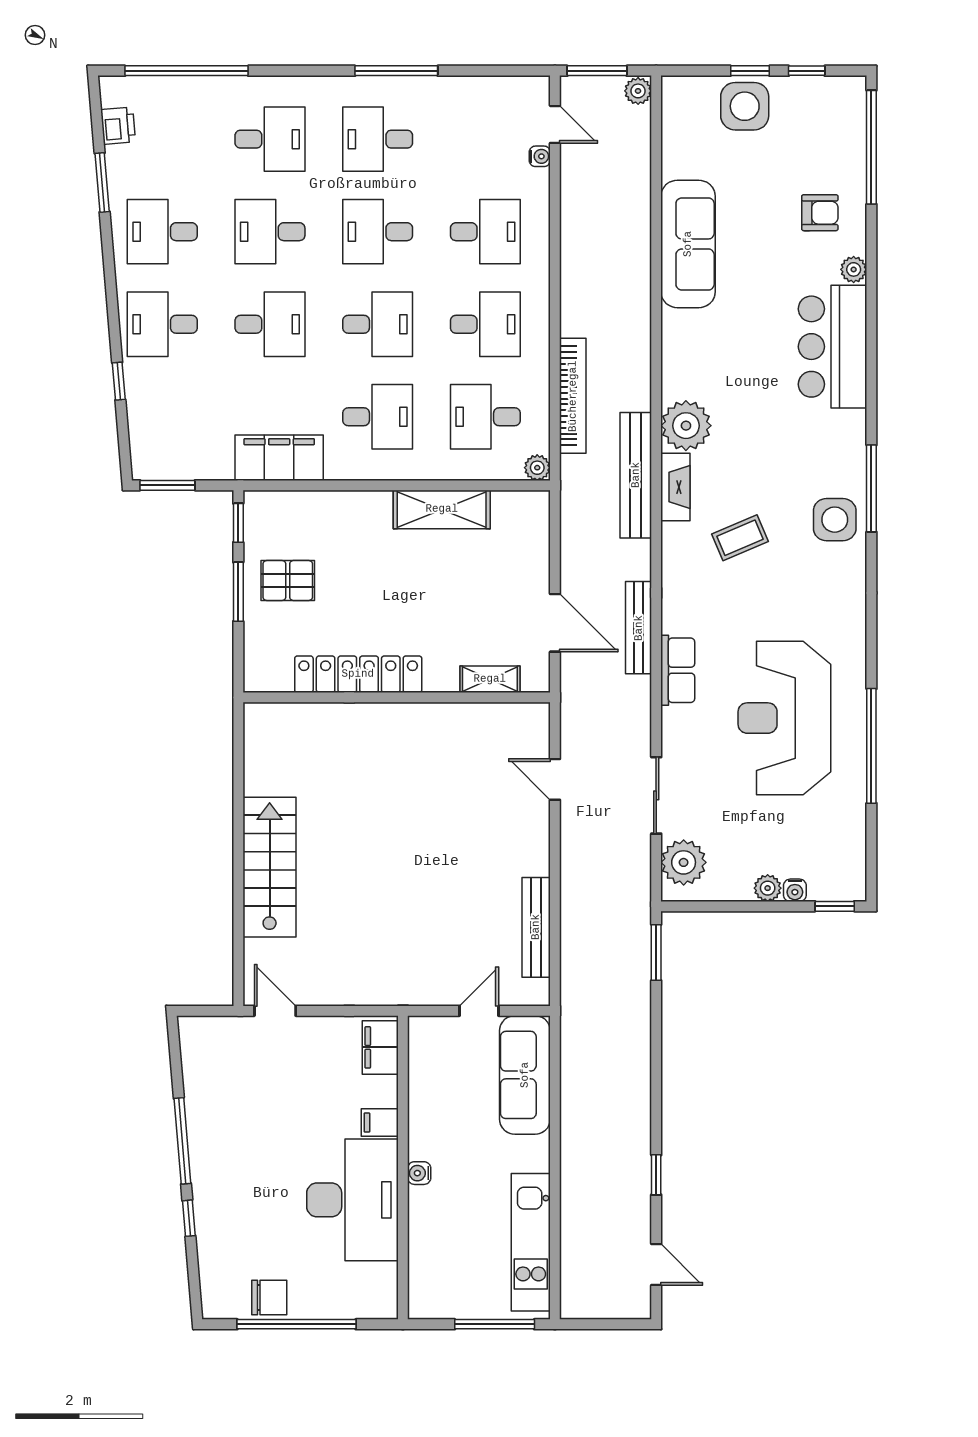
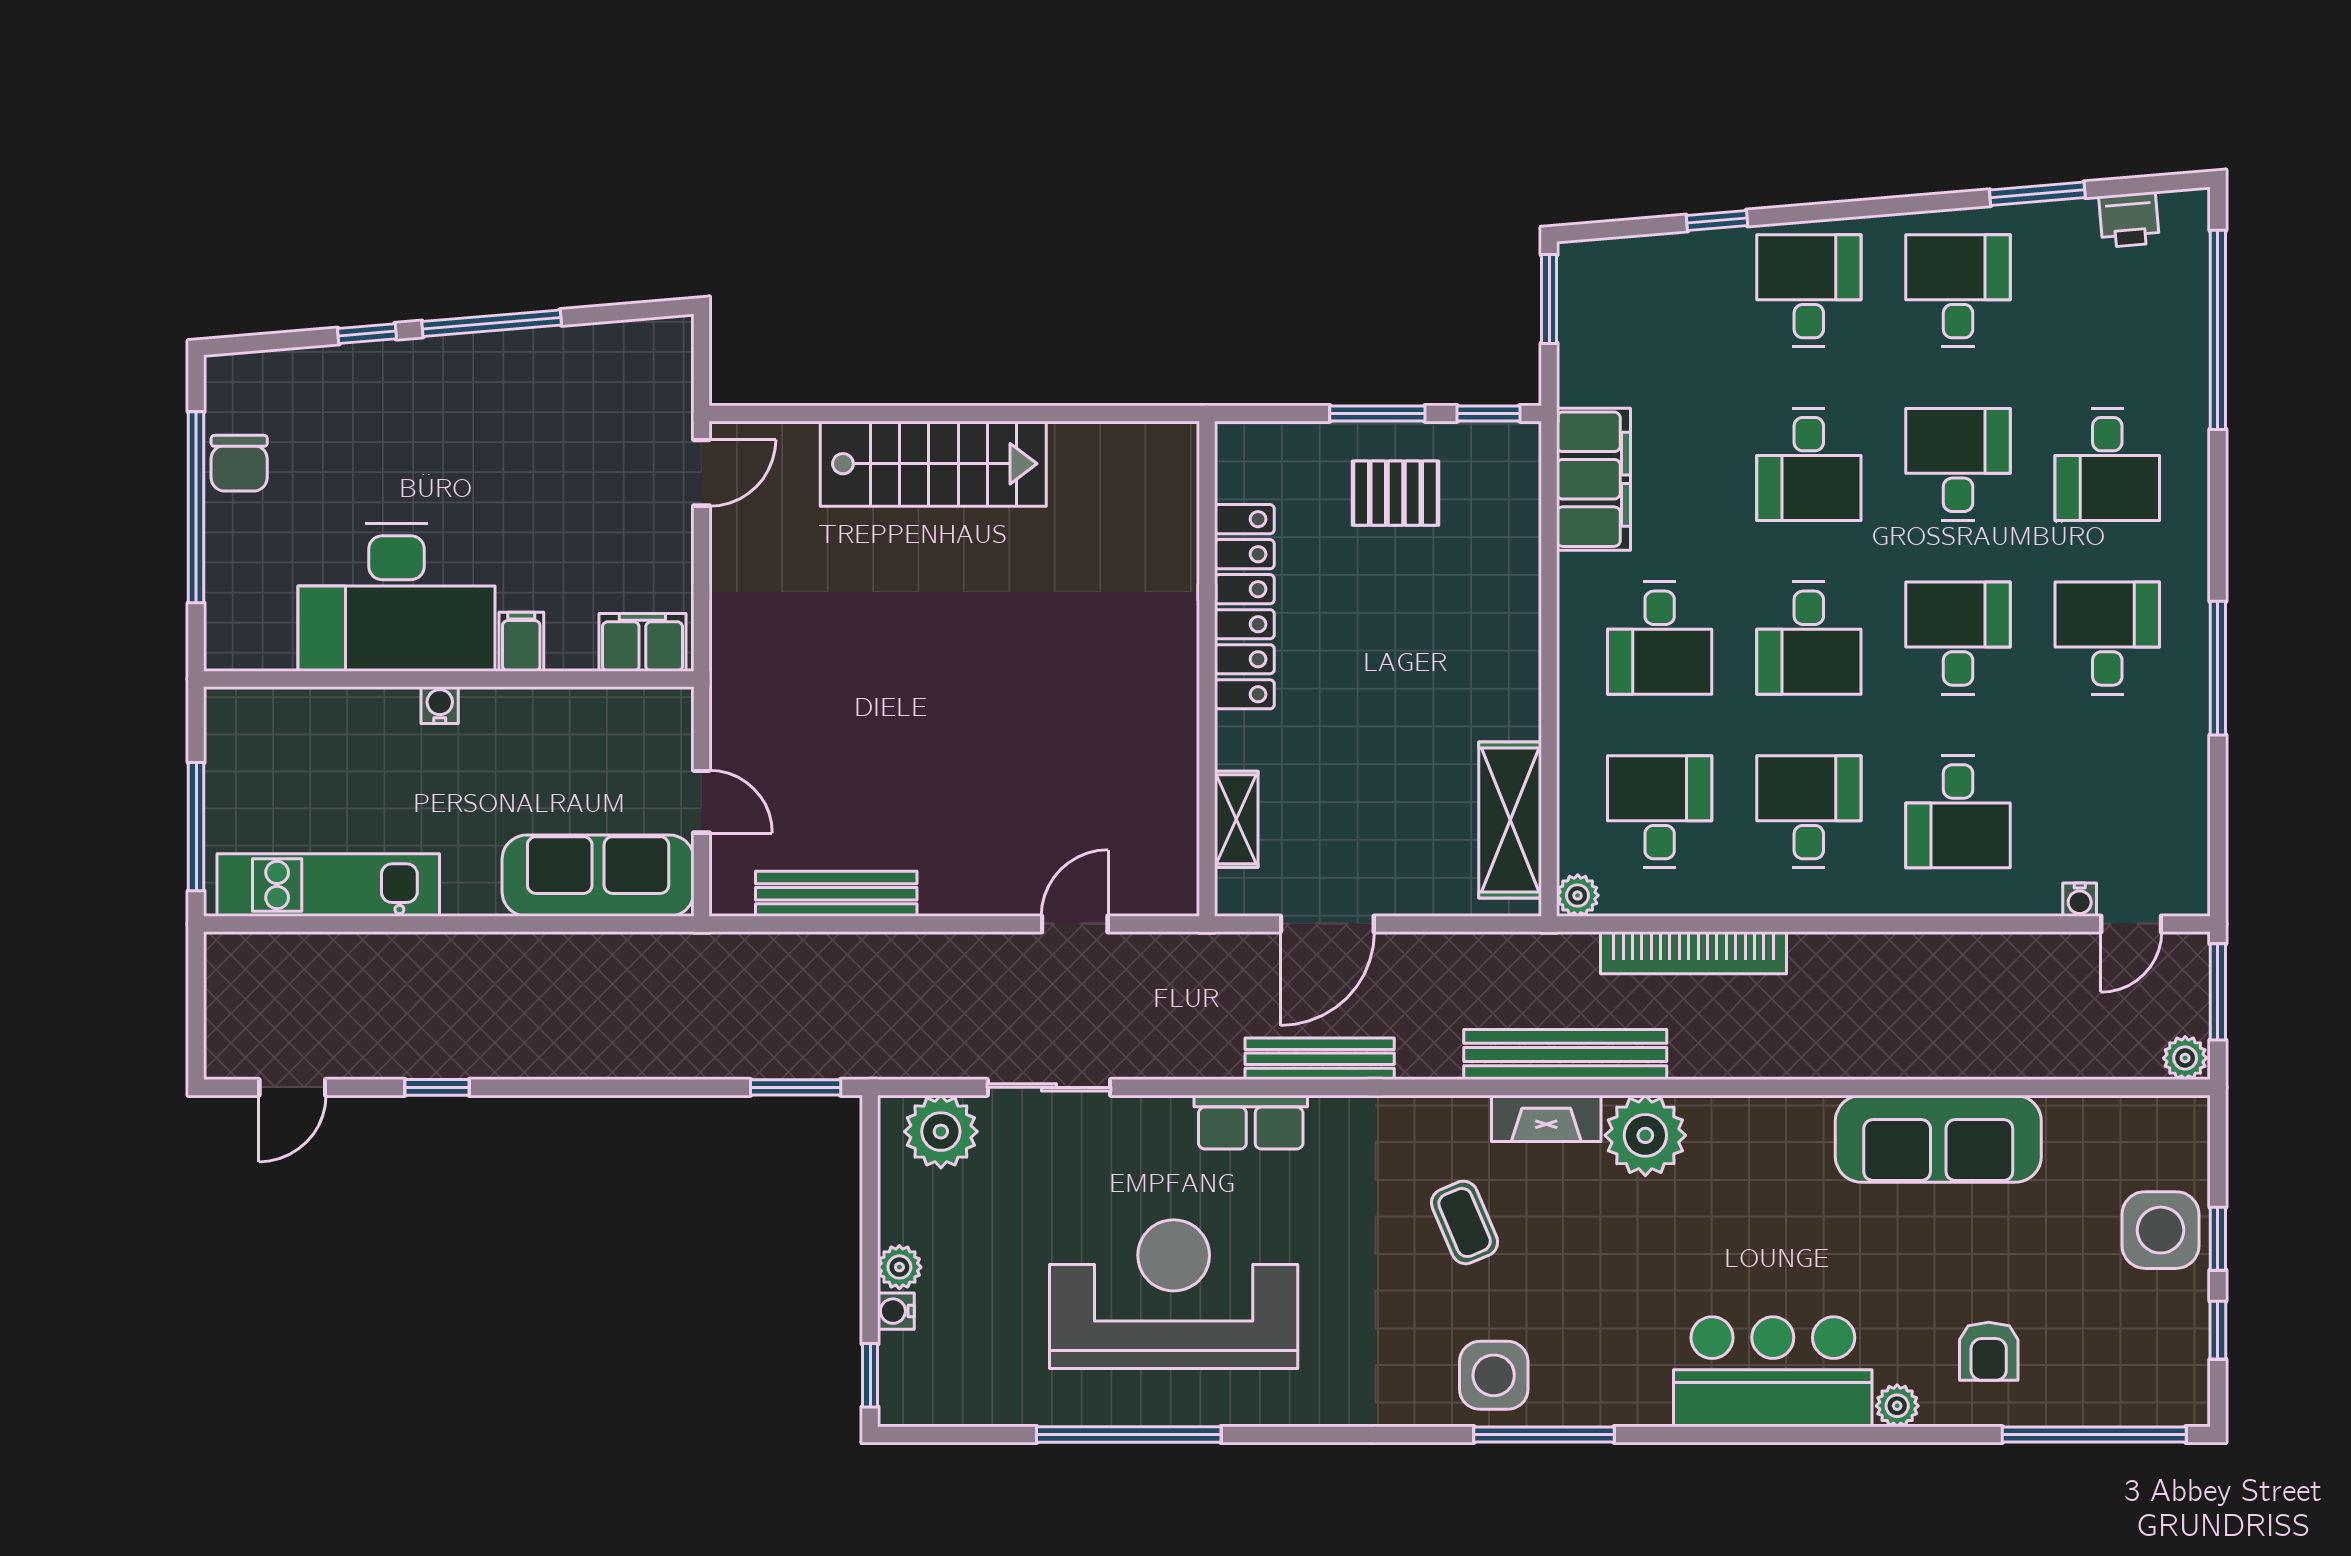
desk: (485, 324) -> (1809, 812), turned 180
shelving: (442, 509) -> (1510, 820), moved
pallet: (288, 581) -> (1395, 493), turned 90

